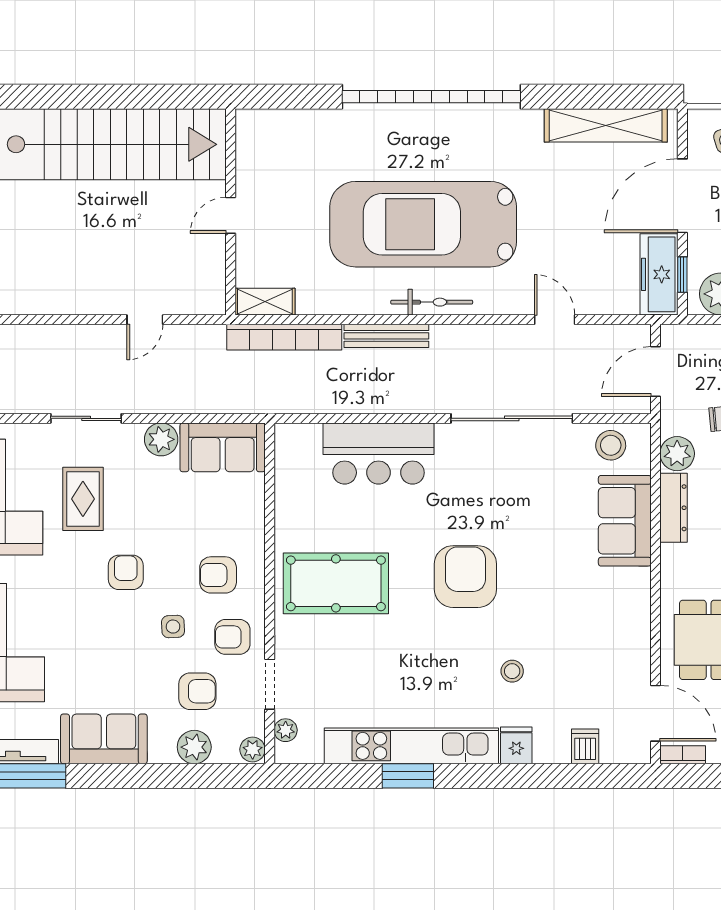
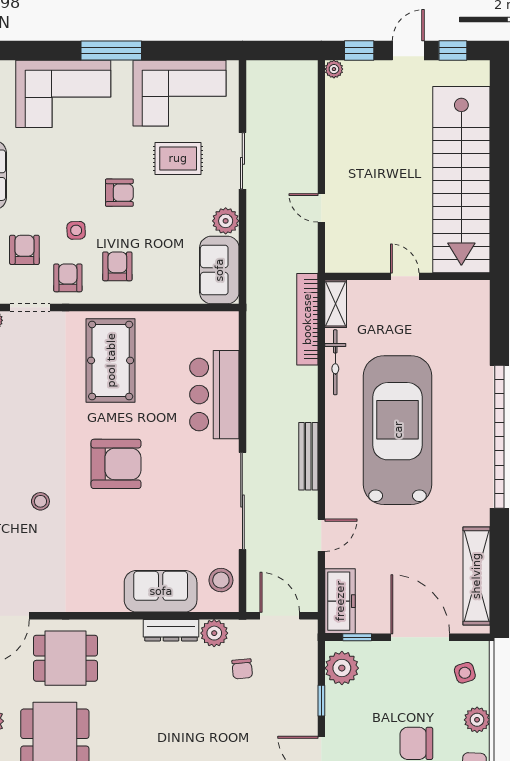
freezer: (659, 274) -> (340, 601), moved, turned 90
bicycle: (432, 302) -> (335, 362), moved
bench: (386, 336) -> (308, 456), moved
armchair: (197, 691) -> (24, 250), turned 180

